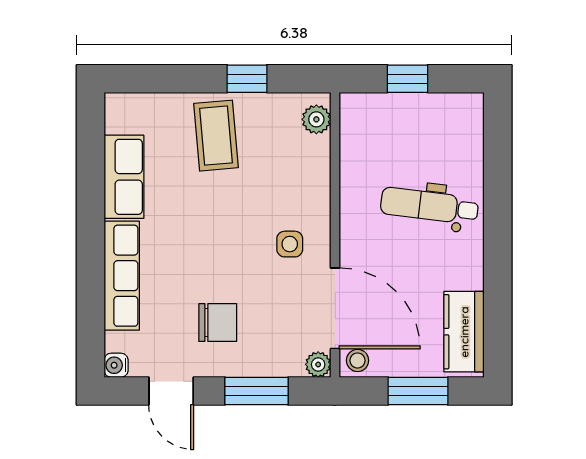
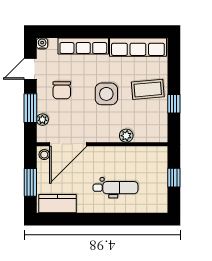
plant: (316, 119) -> (126, 136), moved
row of seats: (124, 177) -> (138, 47), width x1.48
dental chair: (429, 206) -> (115, 188), turned 83
side table: (290, 244) -> (106, 94), moved, width x1.87, depth x1.87
plant: (318, 364) -> (42, 120), moved

